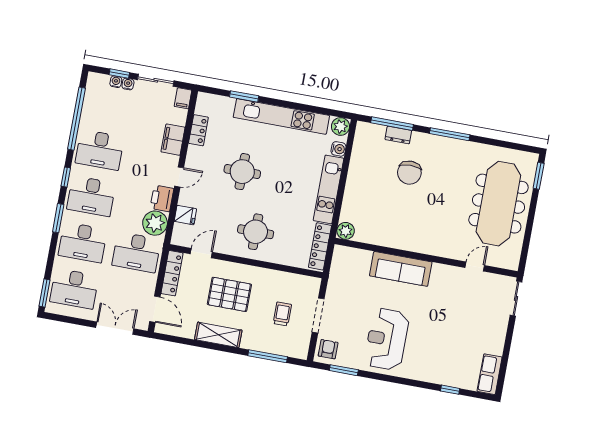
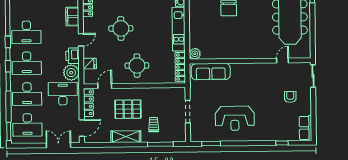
desk: (136, 252) -> (63, 94), turned 180
sofa: (401, 269) -> (211, 72), moved
door: (155, 309) -> (82, 128), hinge flipped
trolley: (282, 314) -> (154, 125), moved
reception desk: (387, 339) -> (235, 118), turned -90
armchair: (328, 349) -> (290, 97), moved

